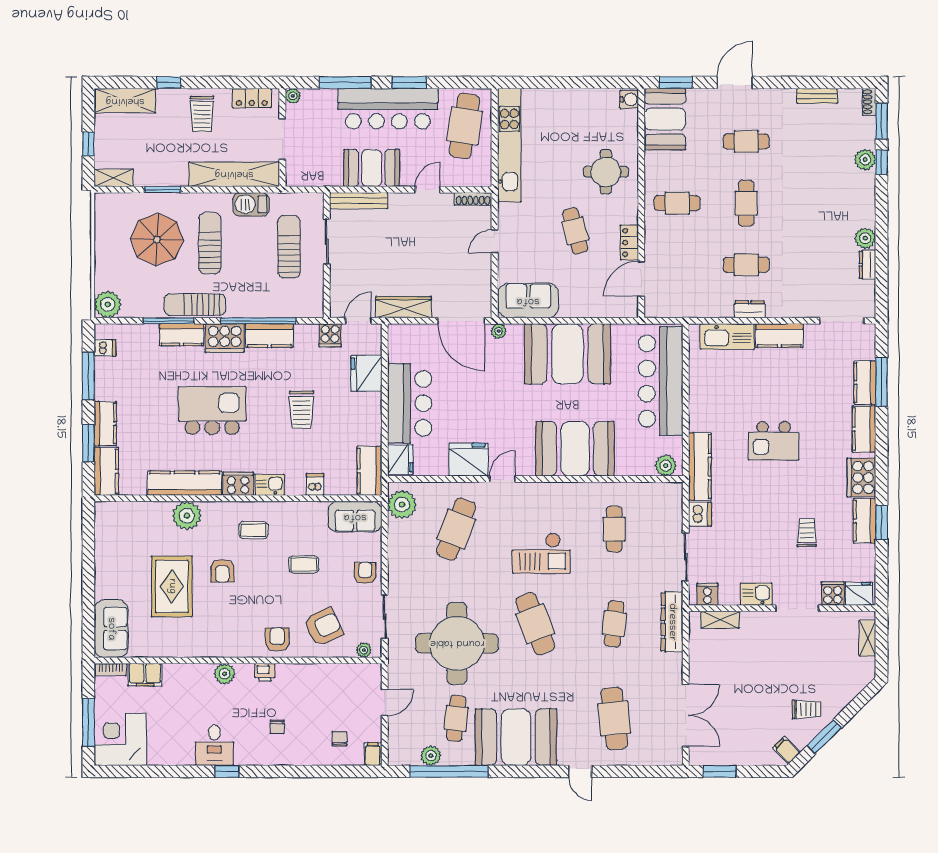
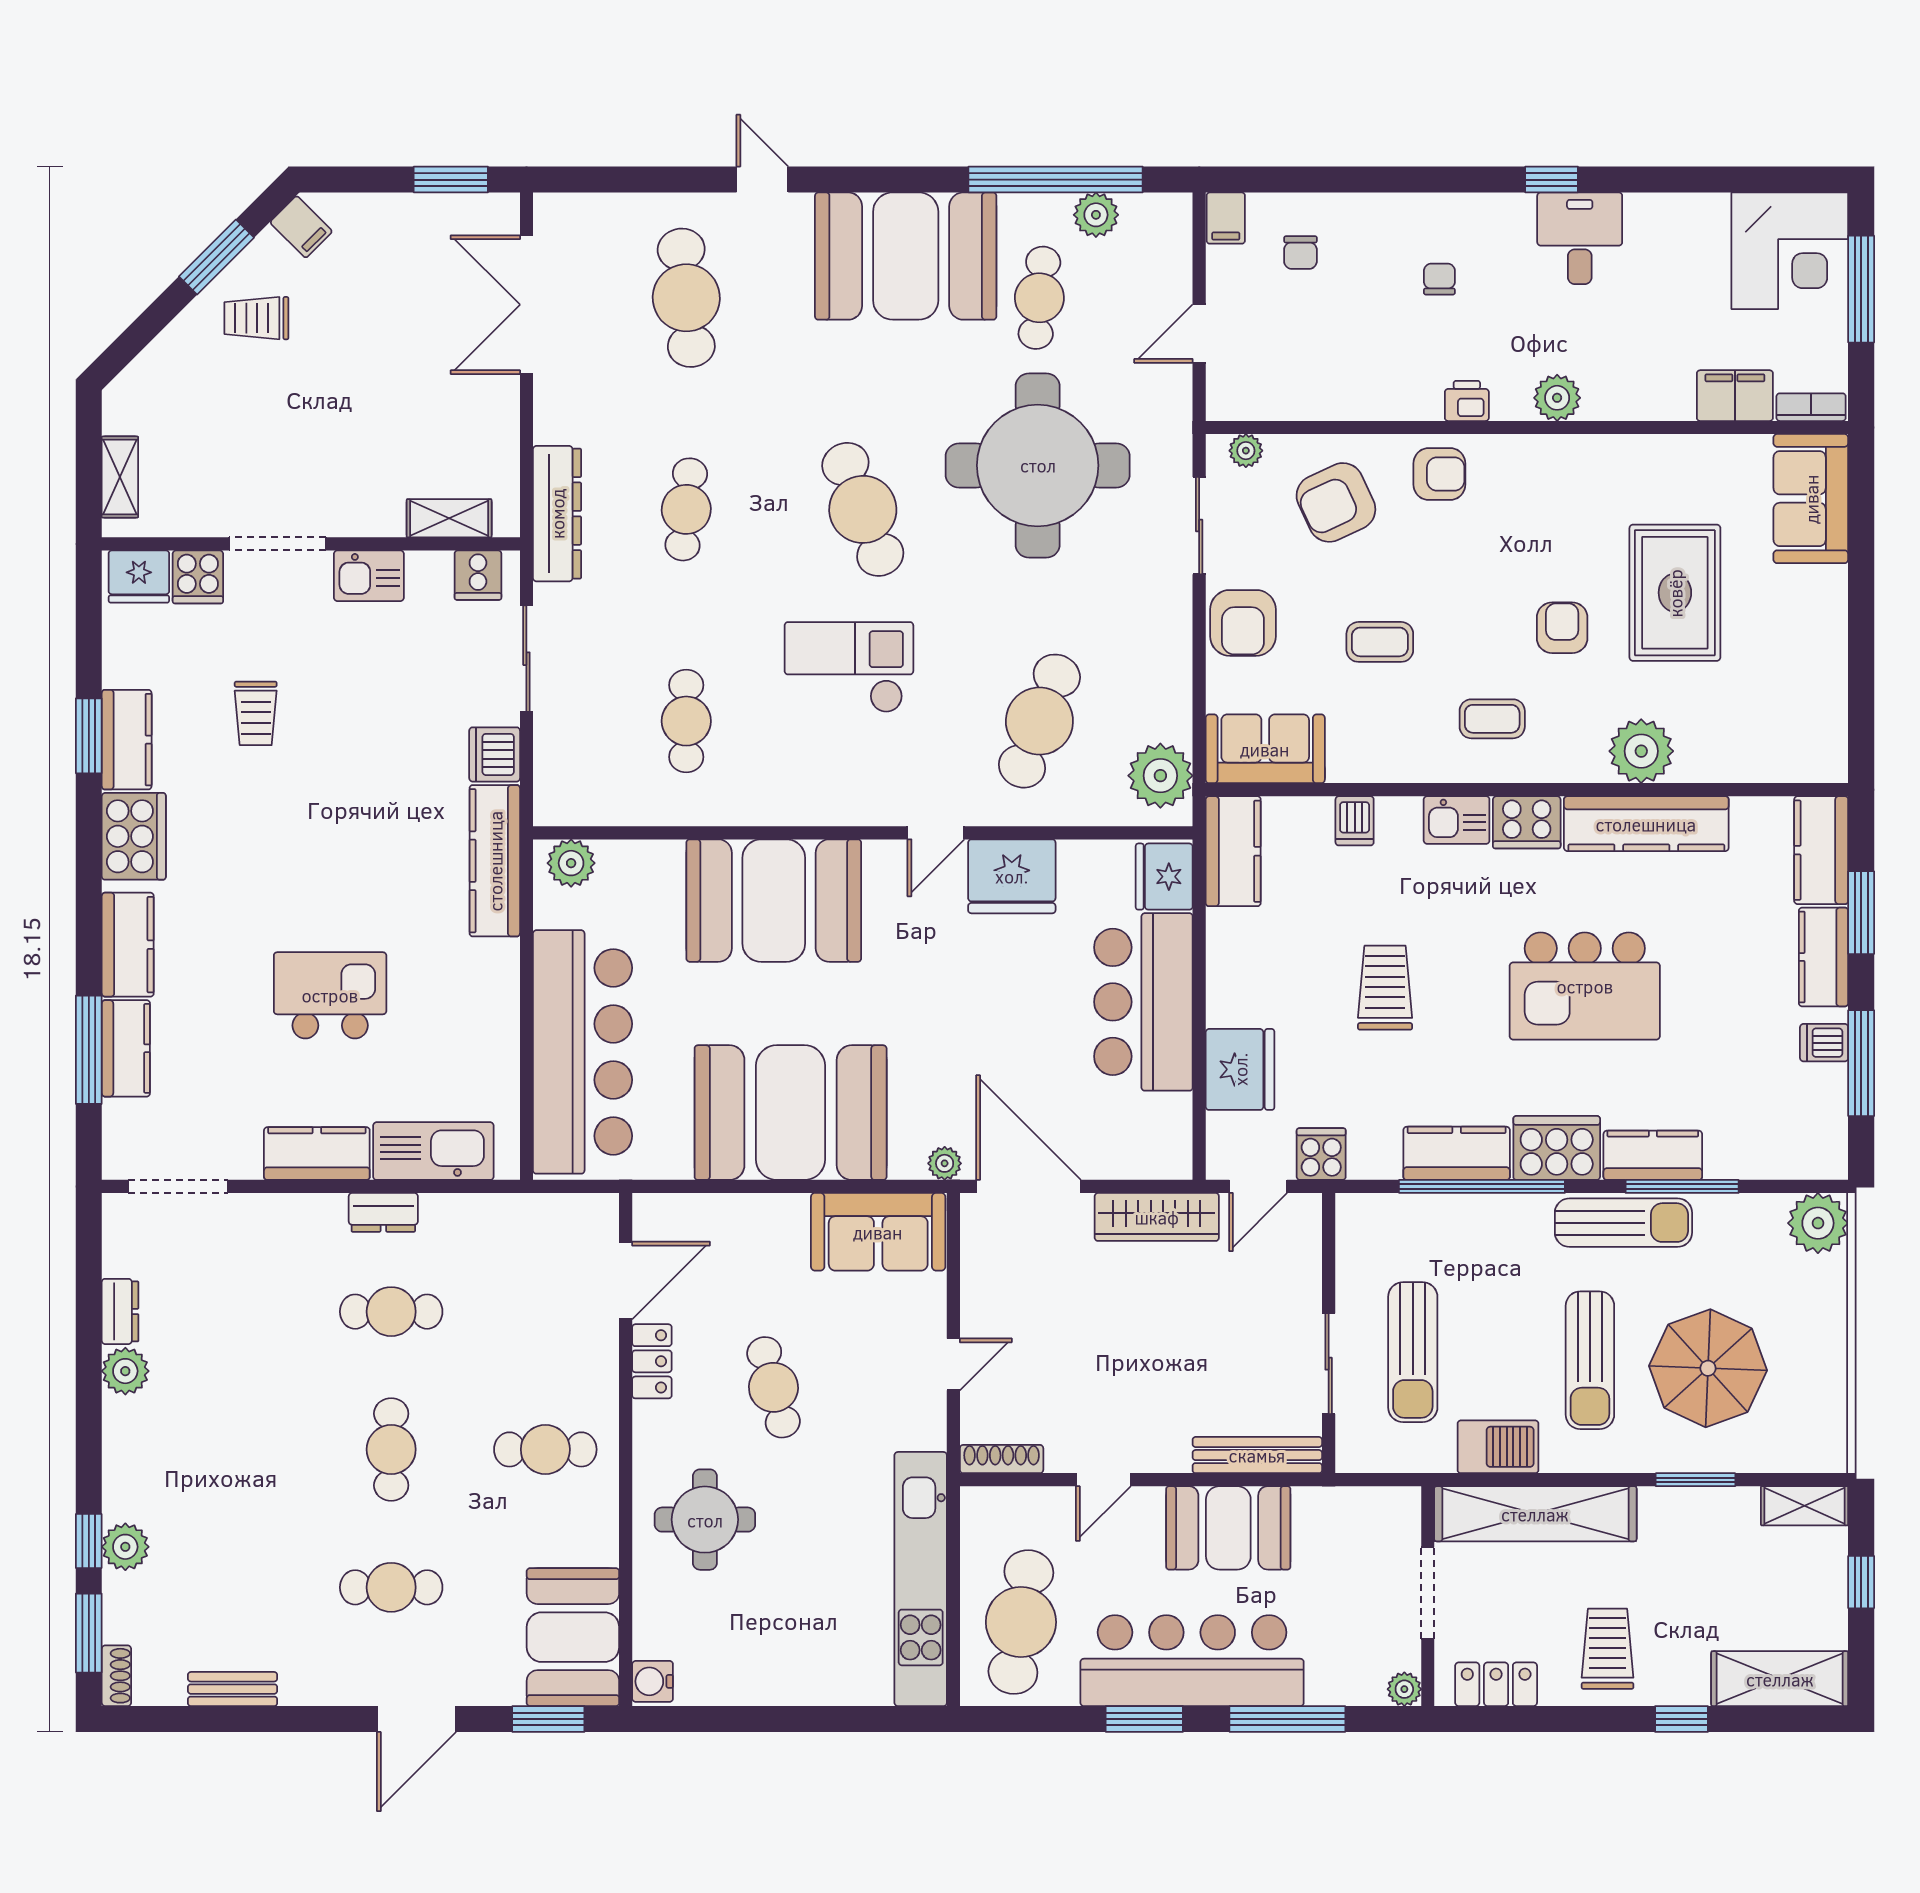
dishwasher: (105, 348) -> (1824, 1043), moved
kitchen island: (774, 441) -> (330, 995), moved
armchair: (365, 573) -> (1243, 623), width x1.38, depth x1.38
armchair: (277, 640) -> (1439, 474), turned -90

